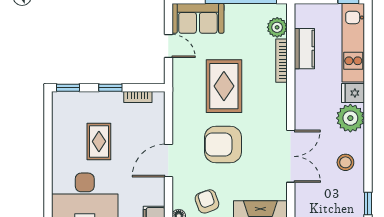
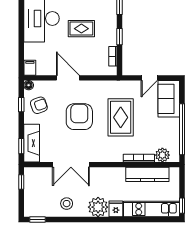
kitchen counter: (304, 49) -> (147, 174), width x1.50
rug: (224, 86) -> (121, 117), turned 90

